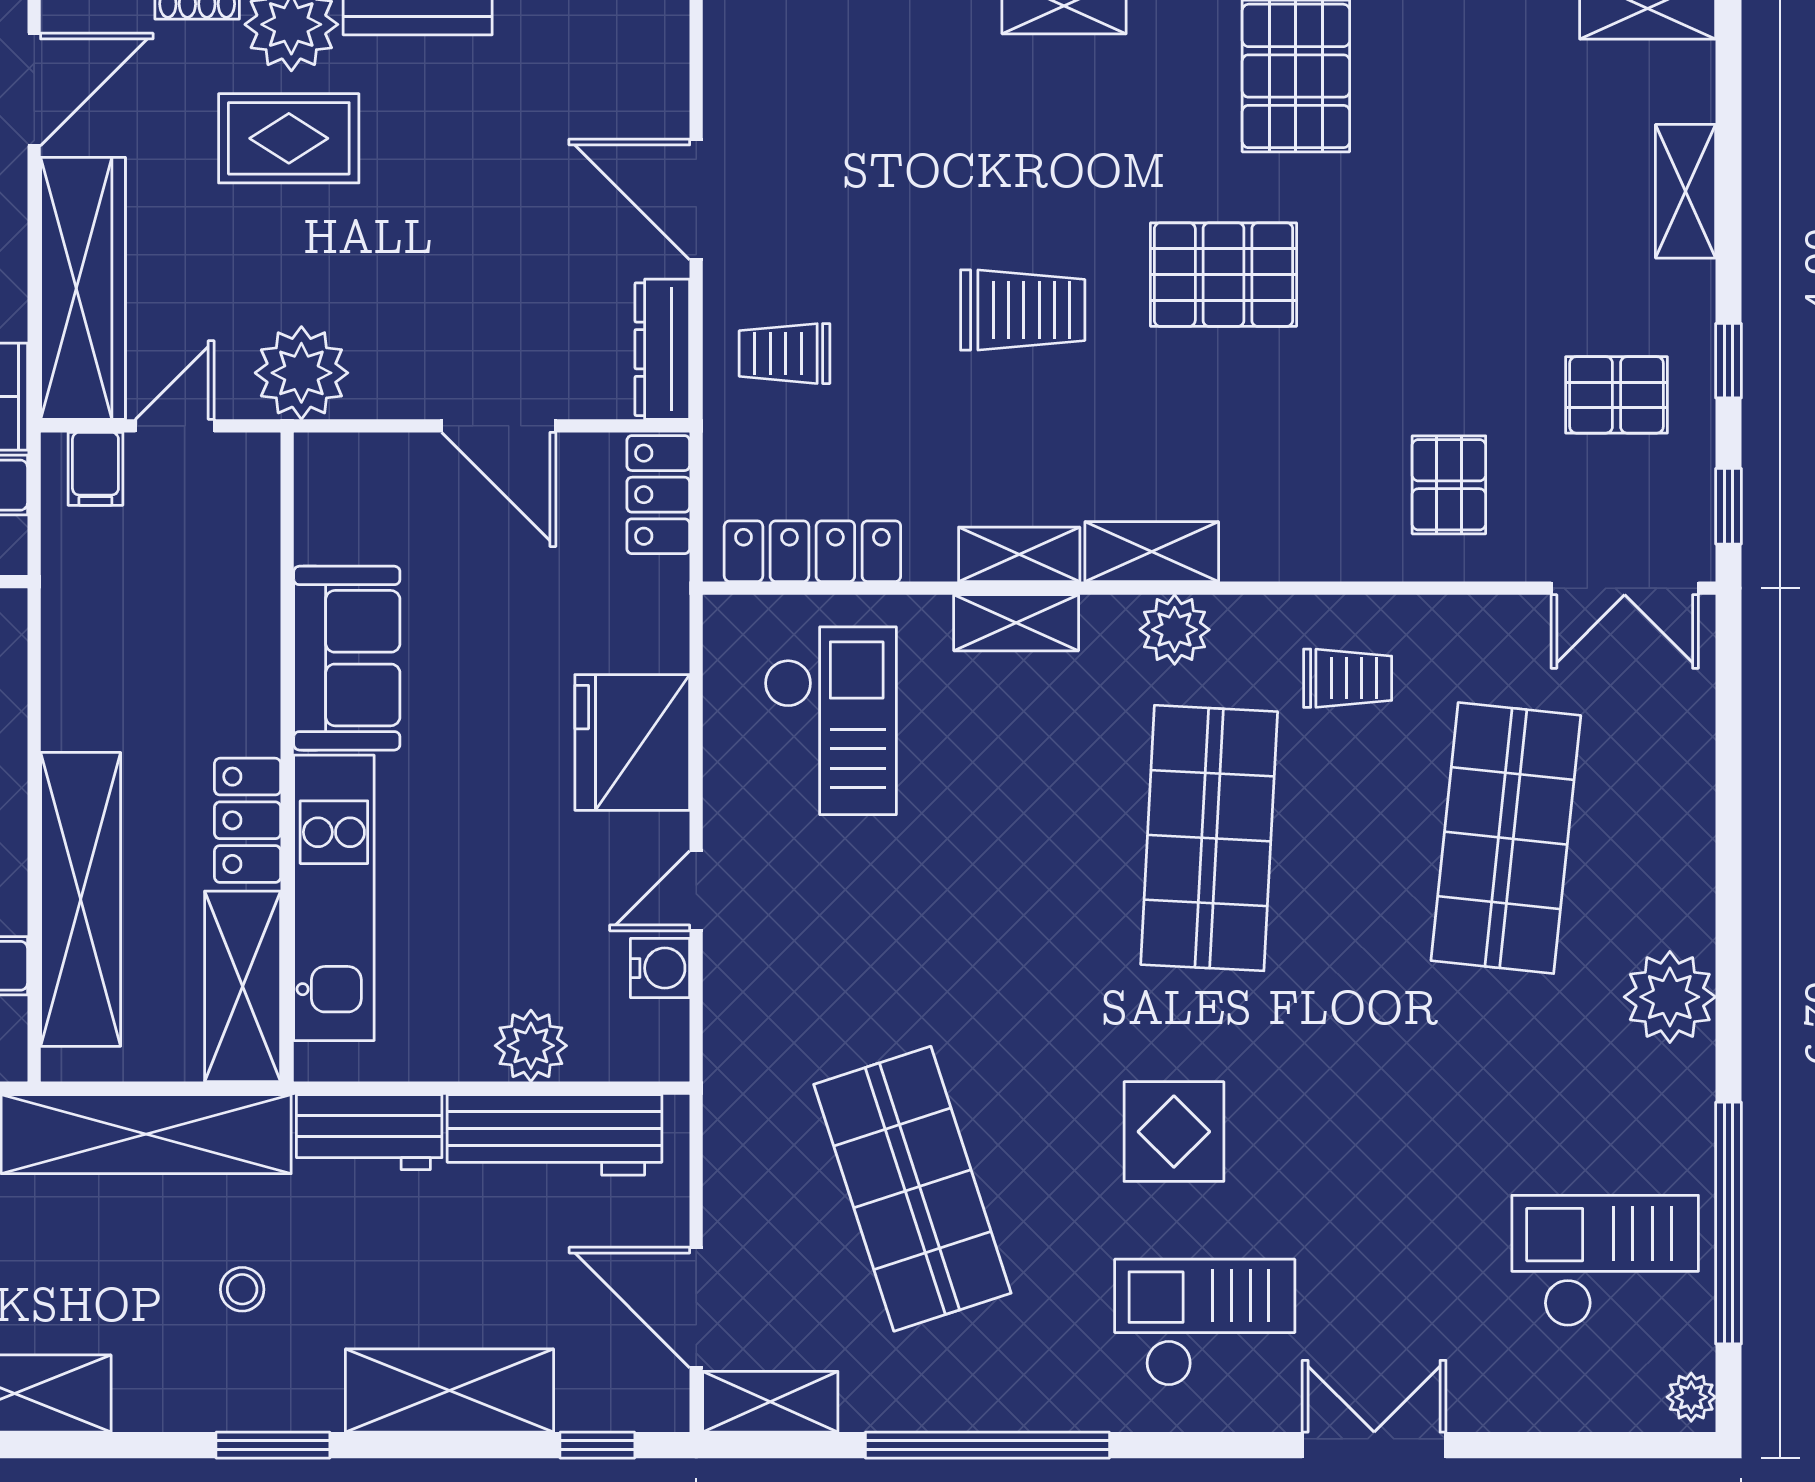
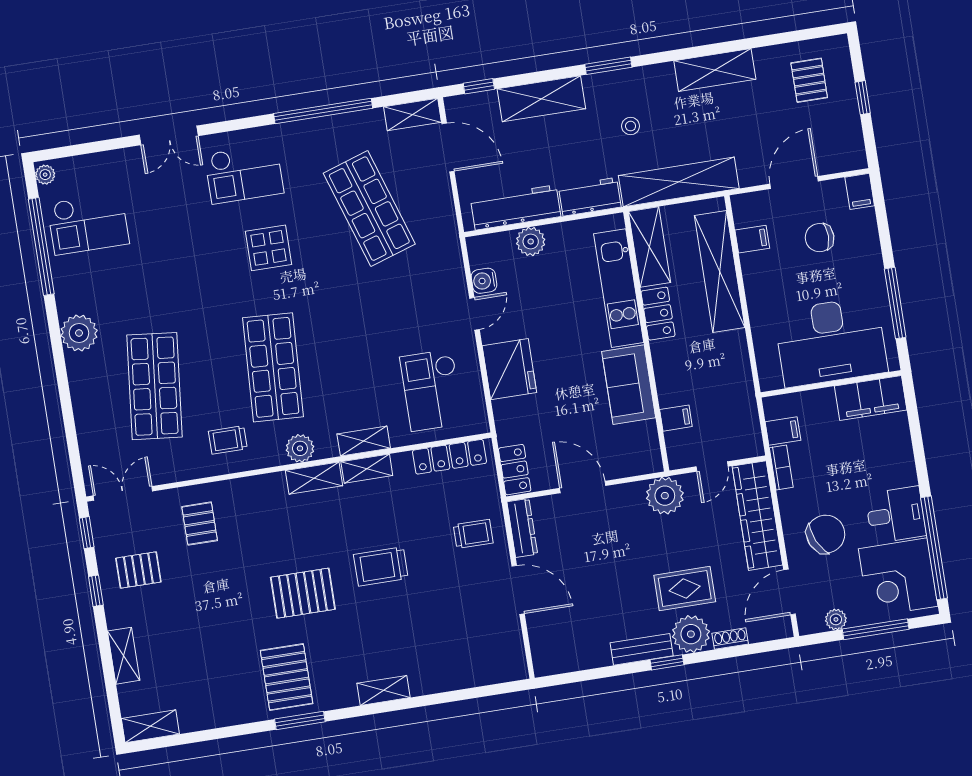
filing cabinet: (95, 469) -> (676, 418), moved, turned 90

